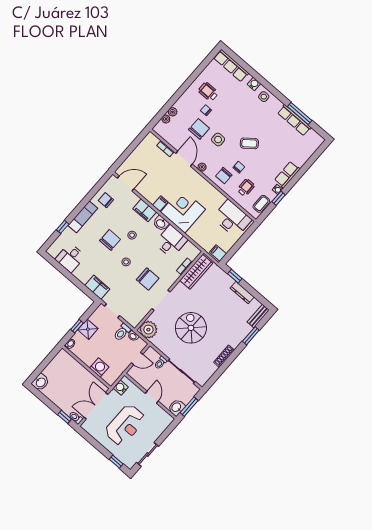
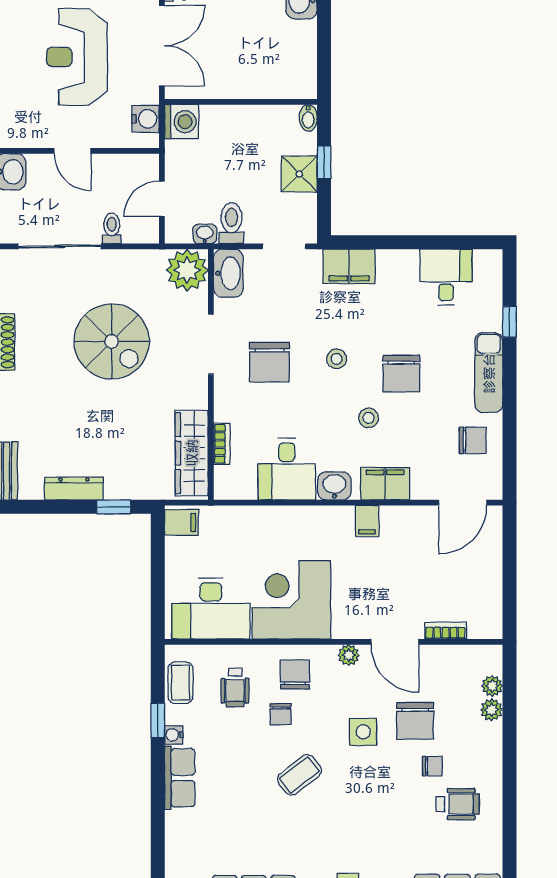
corner desk: (183, 211) -> (291, 600), moved, turned 180
chair: (148, 279) -> (270, 362), turned -90
washbasin: (137, 318) -> (228, 273), added
washing machine: (99, 367) -> (182, 122), moved, turned -90

